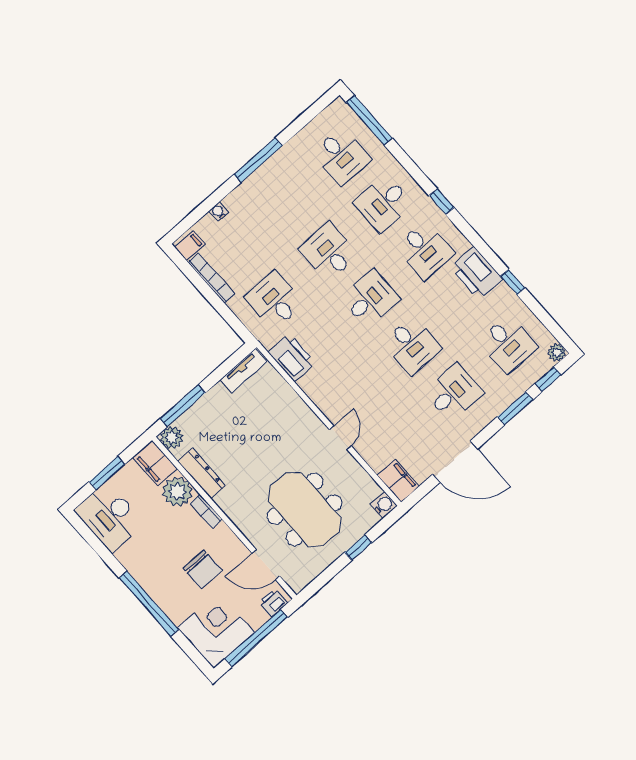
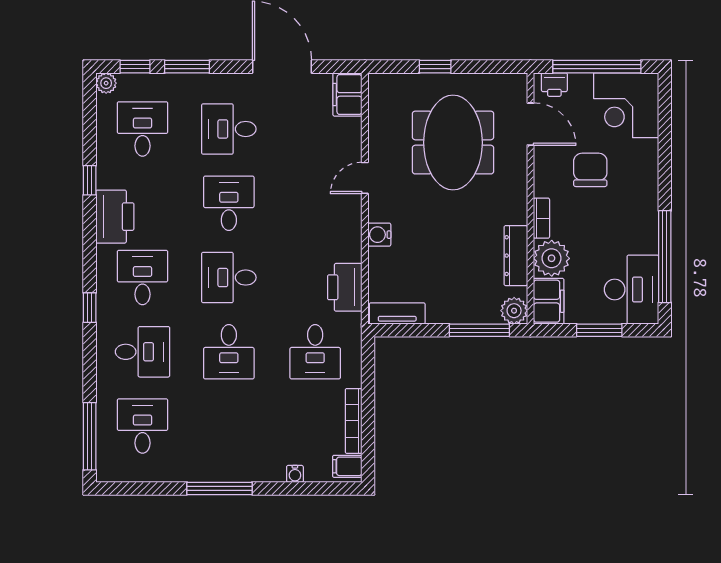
water cooler: (384, 505) -> (379, 235), moved
window: (149, 603) -> (665, 257), moved

